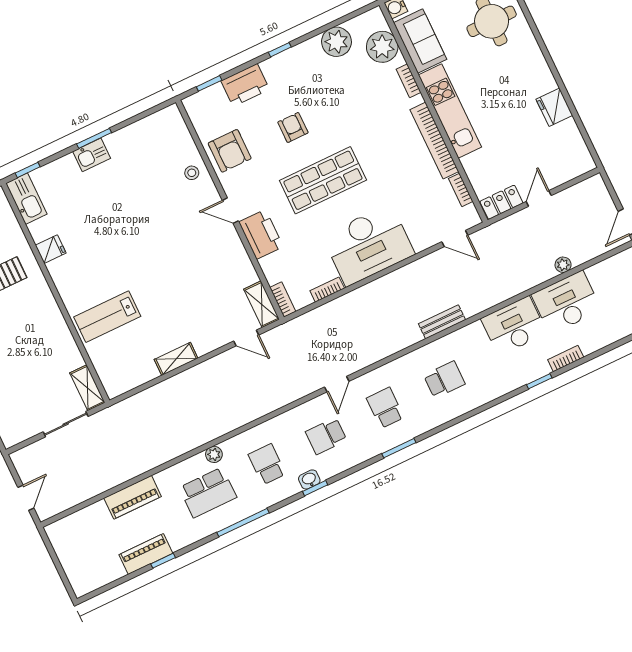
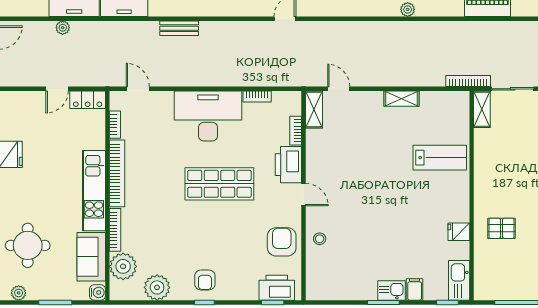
bookcase: (409, 81) -> (115, 230), width x1.56
printer: (245, 85) -> (277, 288), moved
armchair: (293, 127) -> (205, 280), moved
filing cabinet: (68, 167) -> (415, 289), added
bookcase: (283, 300) -> (296, 131), moved
bookcase: (116, 410) -> (468, 81), added

